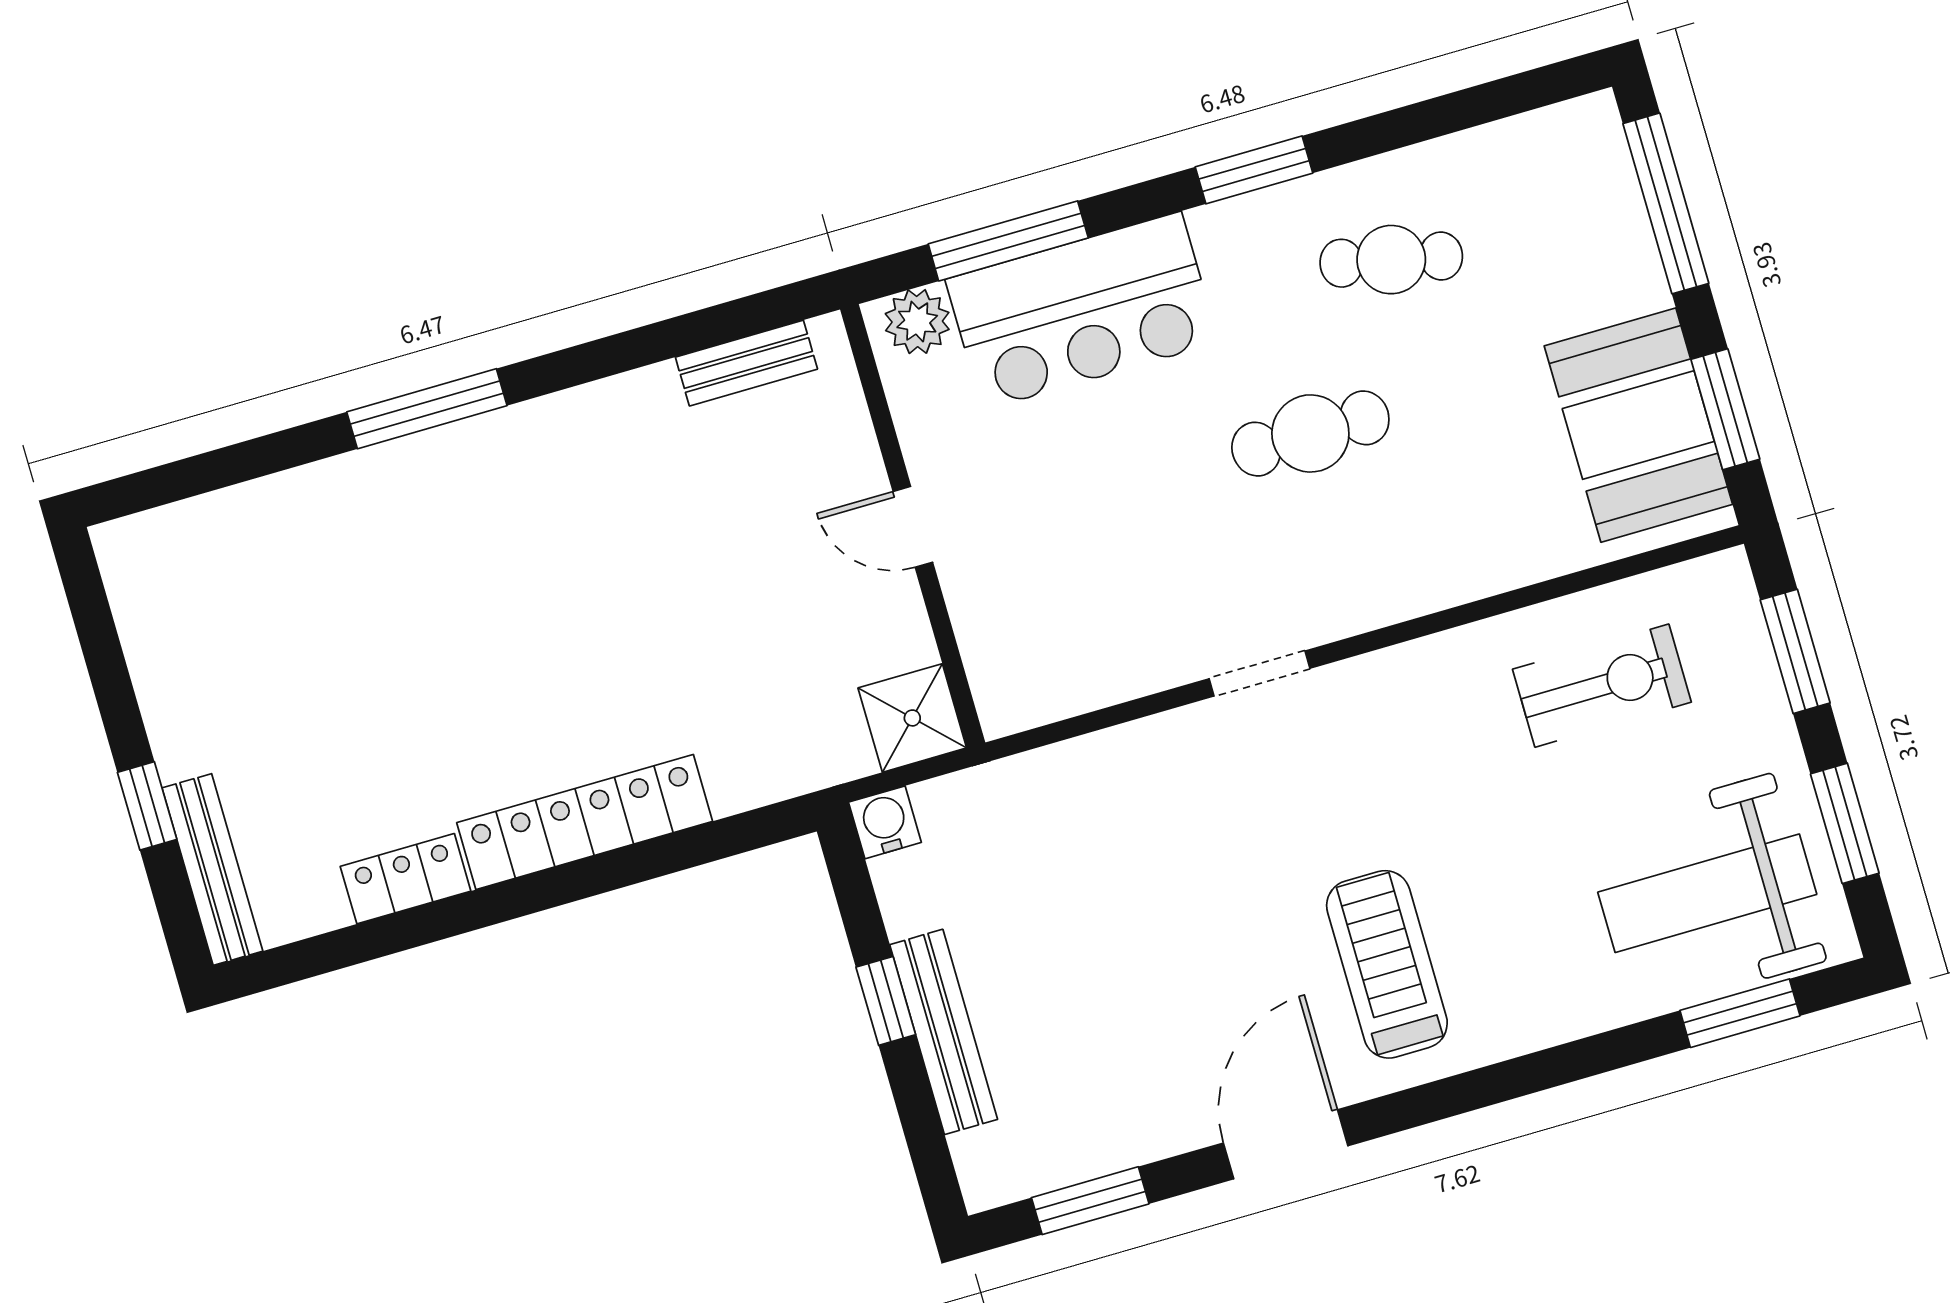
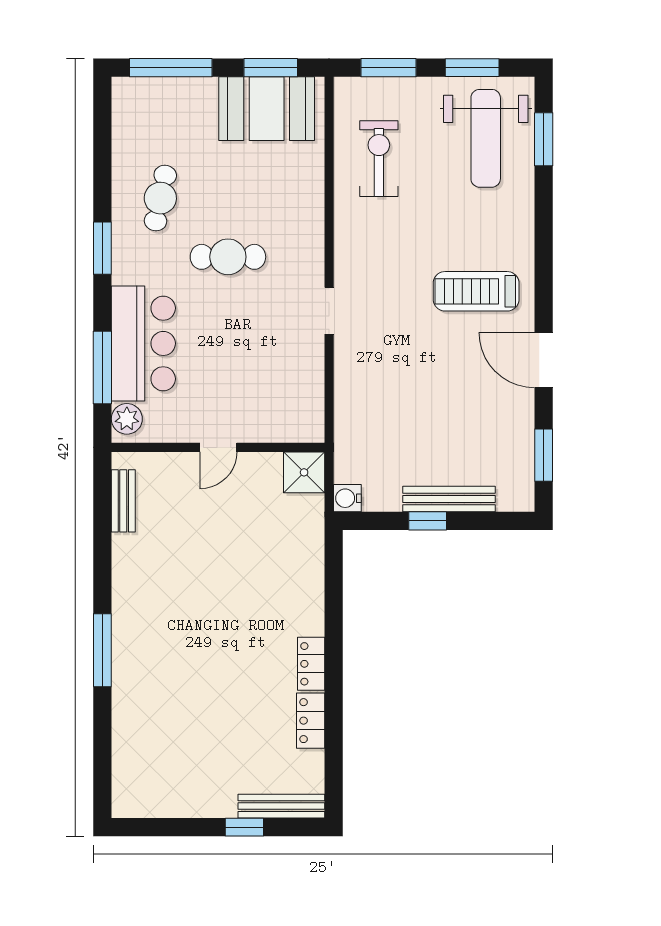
cafe table: (1310, 433) -> (228, 257), turned 90
locker: (585, 822) -> (311, 664), width x0.46, depth x0.83

